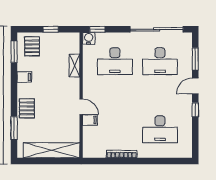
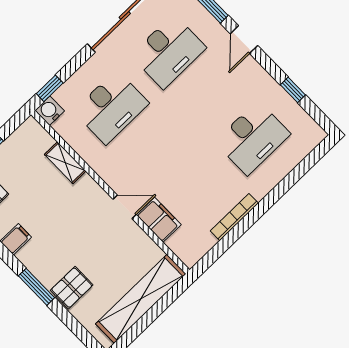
pallet: (27, 108) -> (72, 288), moved, turned 90
window: (195, 110) -> (293, 90), moved
filing cabinet: (90, 120) -> (159, 220), width x2.00
window: (14, 128) -> (37, 287), moved

